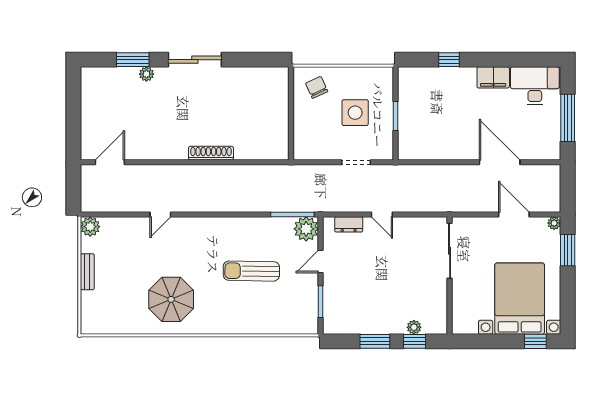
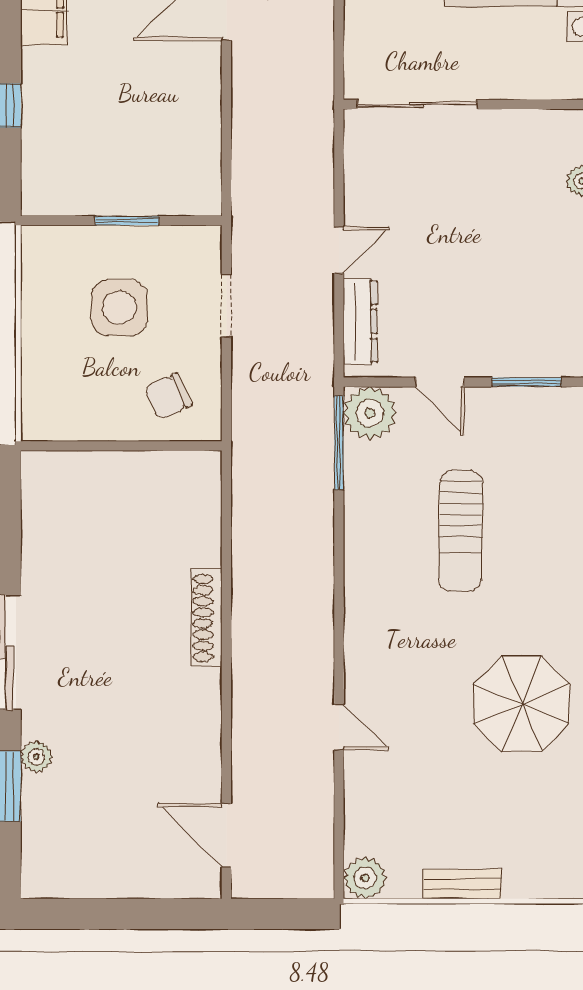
chair: (317, 87) -> (168, 396), moved
dresser: (349, 224) -> (360, 321), width x1.44

